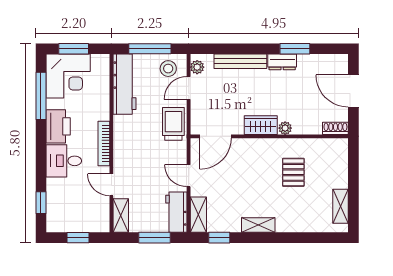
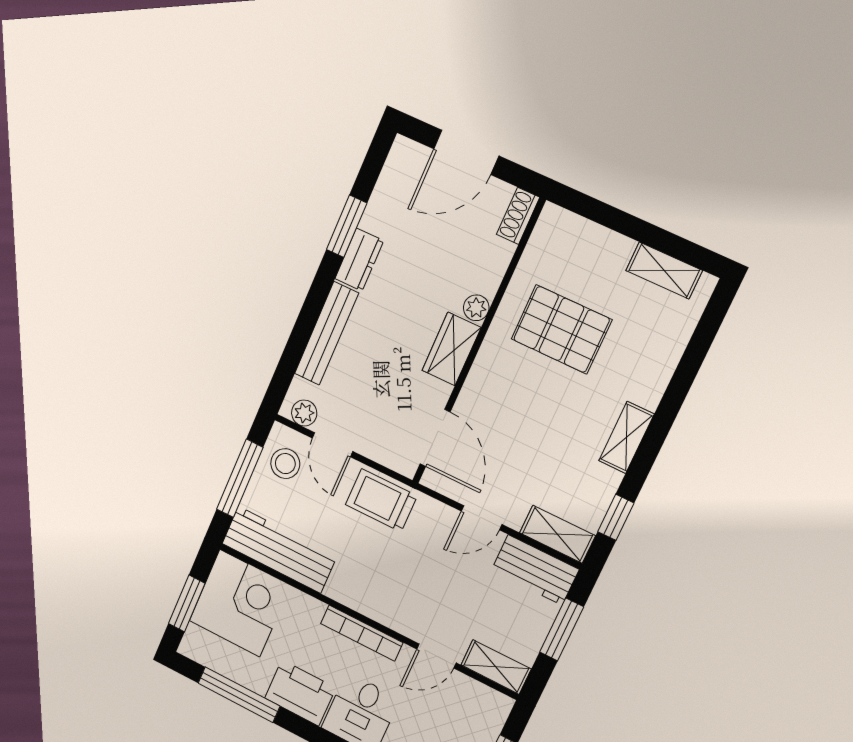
corner desk: (68, 76) -> (240, 603), moved
pallet: (293, 172) -> (561, 329), width x1.50, depth x1.42

